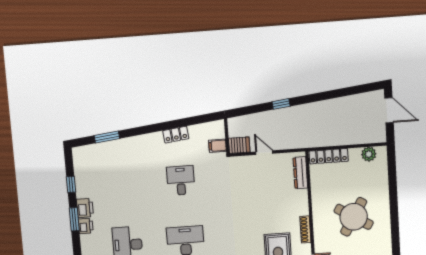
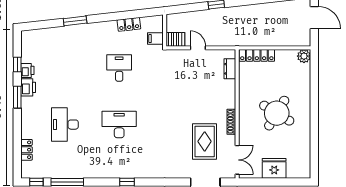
locker: (176, 135) -> (129, 24), moved
window: (107, 137) -> (75, 21), moved
plant: (369, 154) -> (304, 56), moved
dresser: (300, 173) -> (230, 69), width x0.70
printer: (86, 226) -> (27, 70), moved

